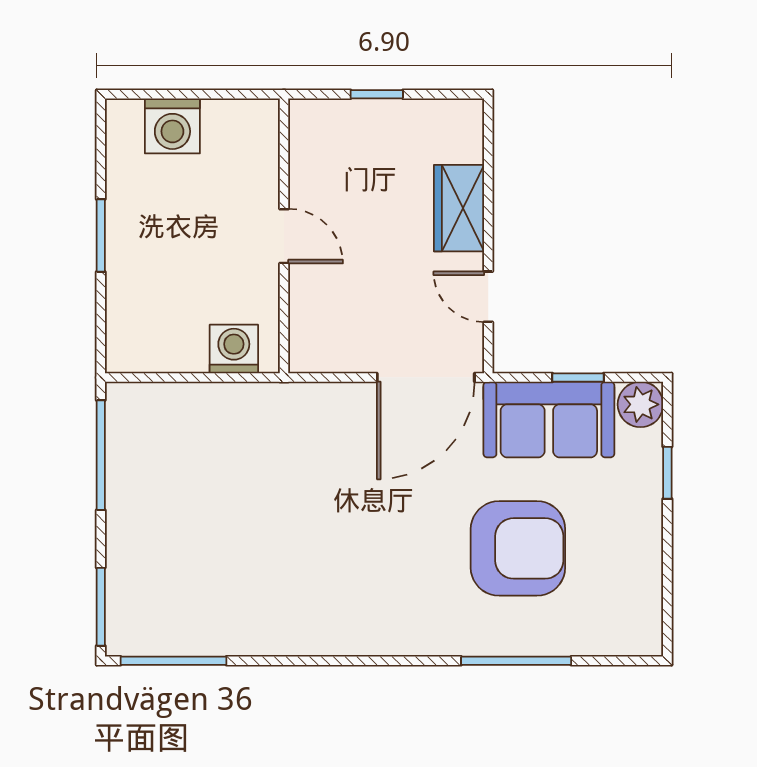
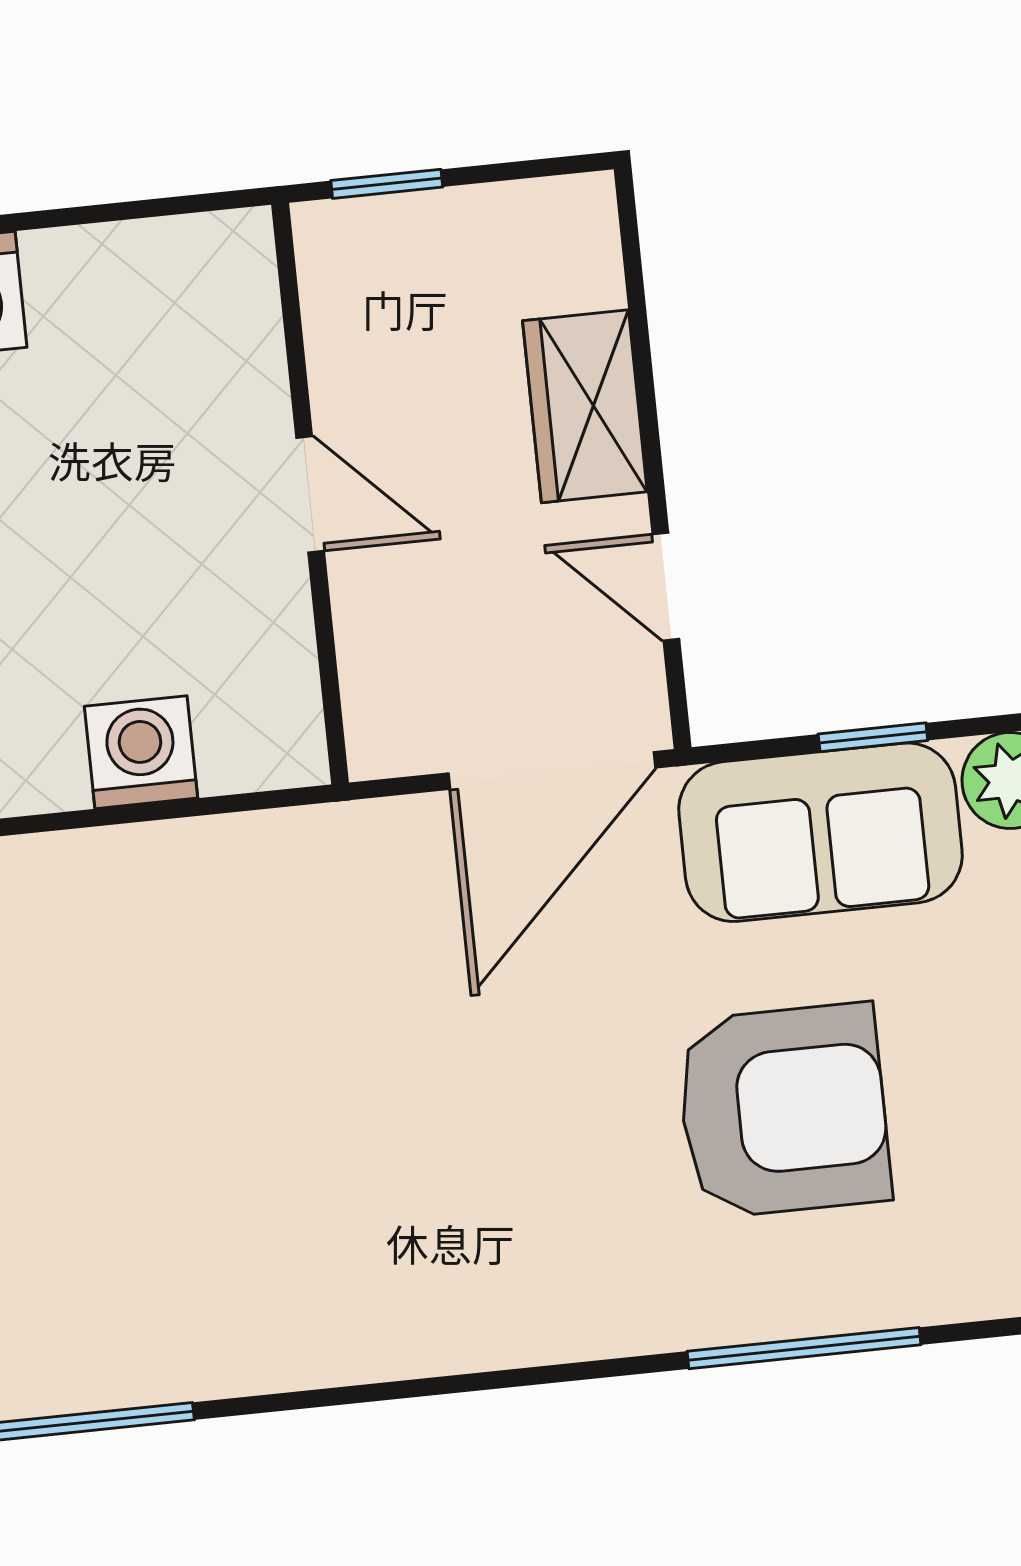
door: (284, 236) -> (310, 494), moved
wall: (284, 236) -> (310, 494), moved

